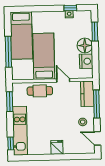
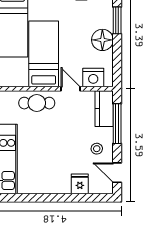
nightstand: (86, 61) -> (93, 77), moved, turned 90
fridge: (57, 147) -> (80, 184), moved

